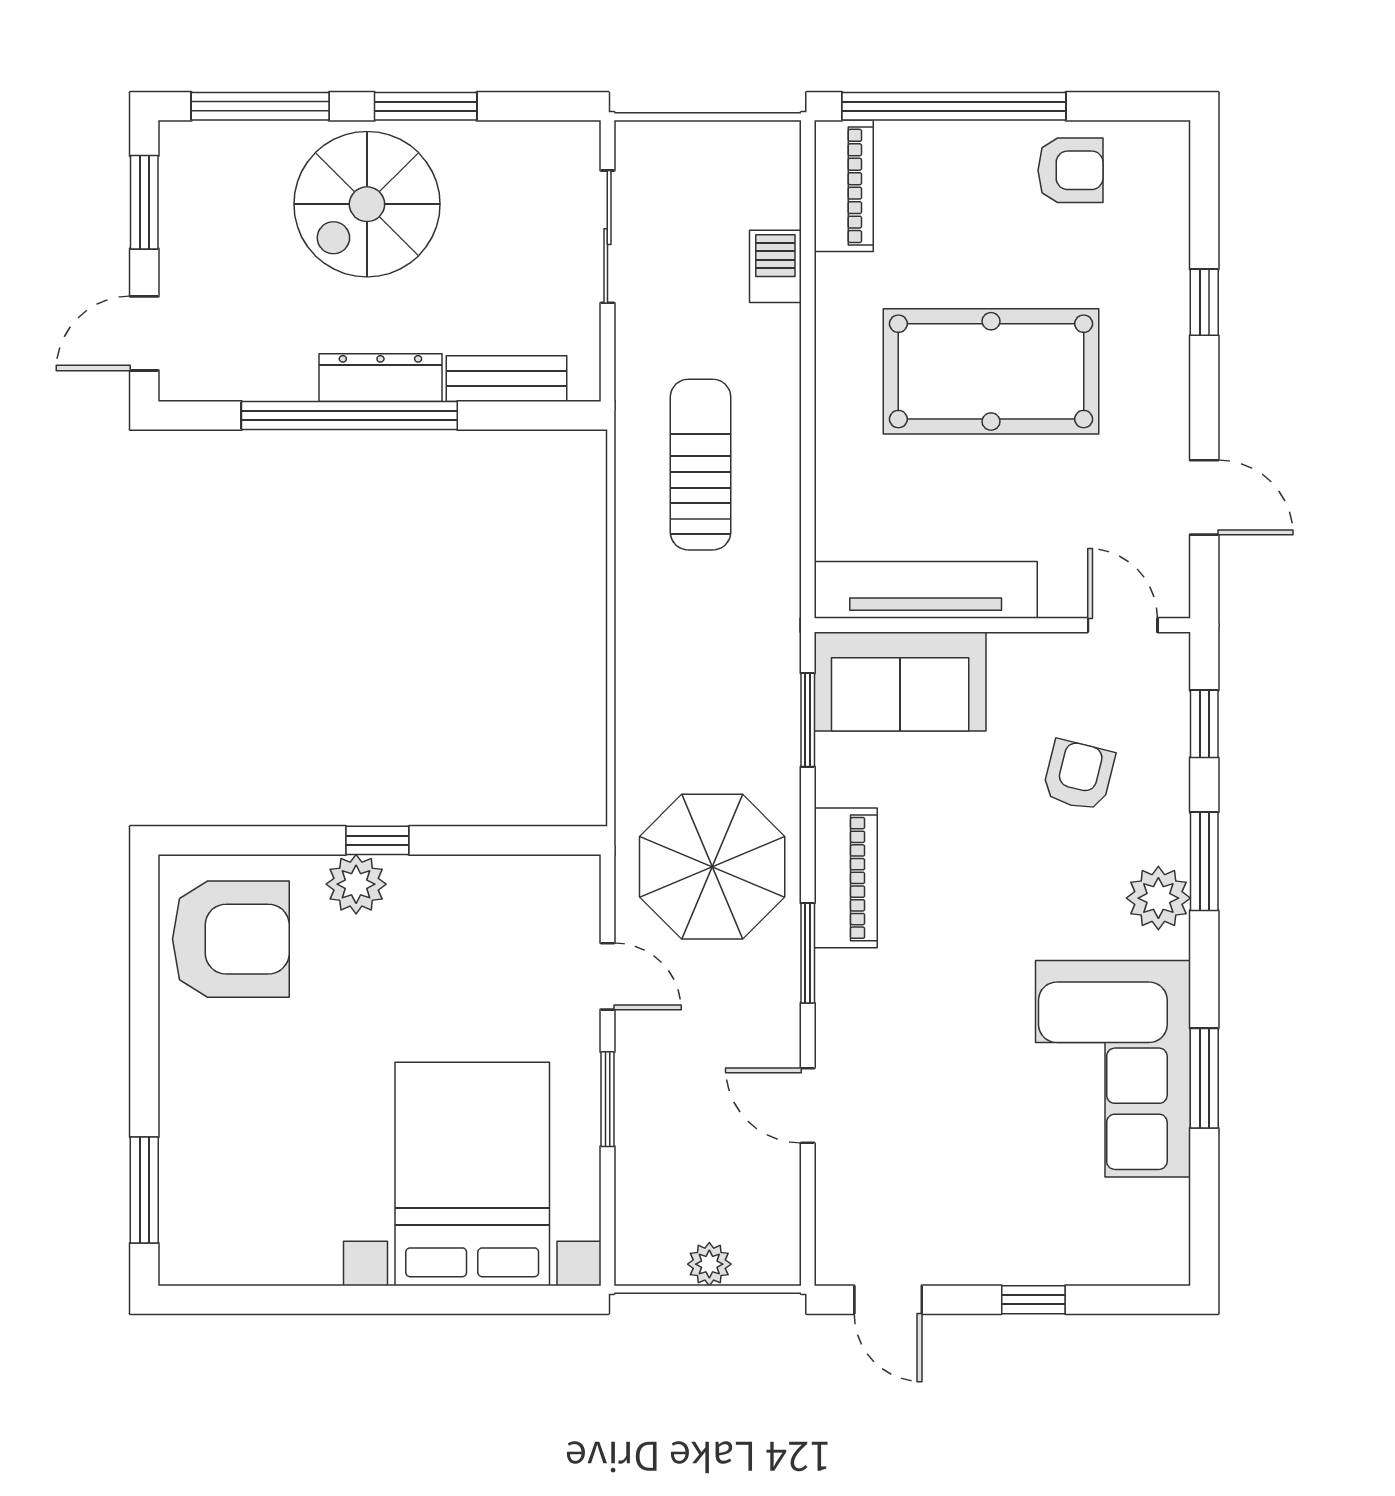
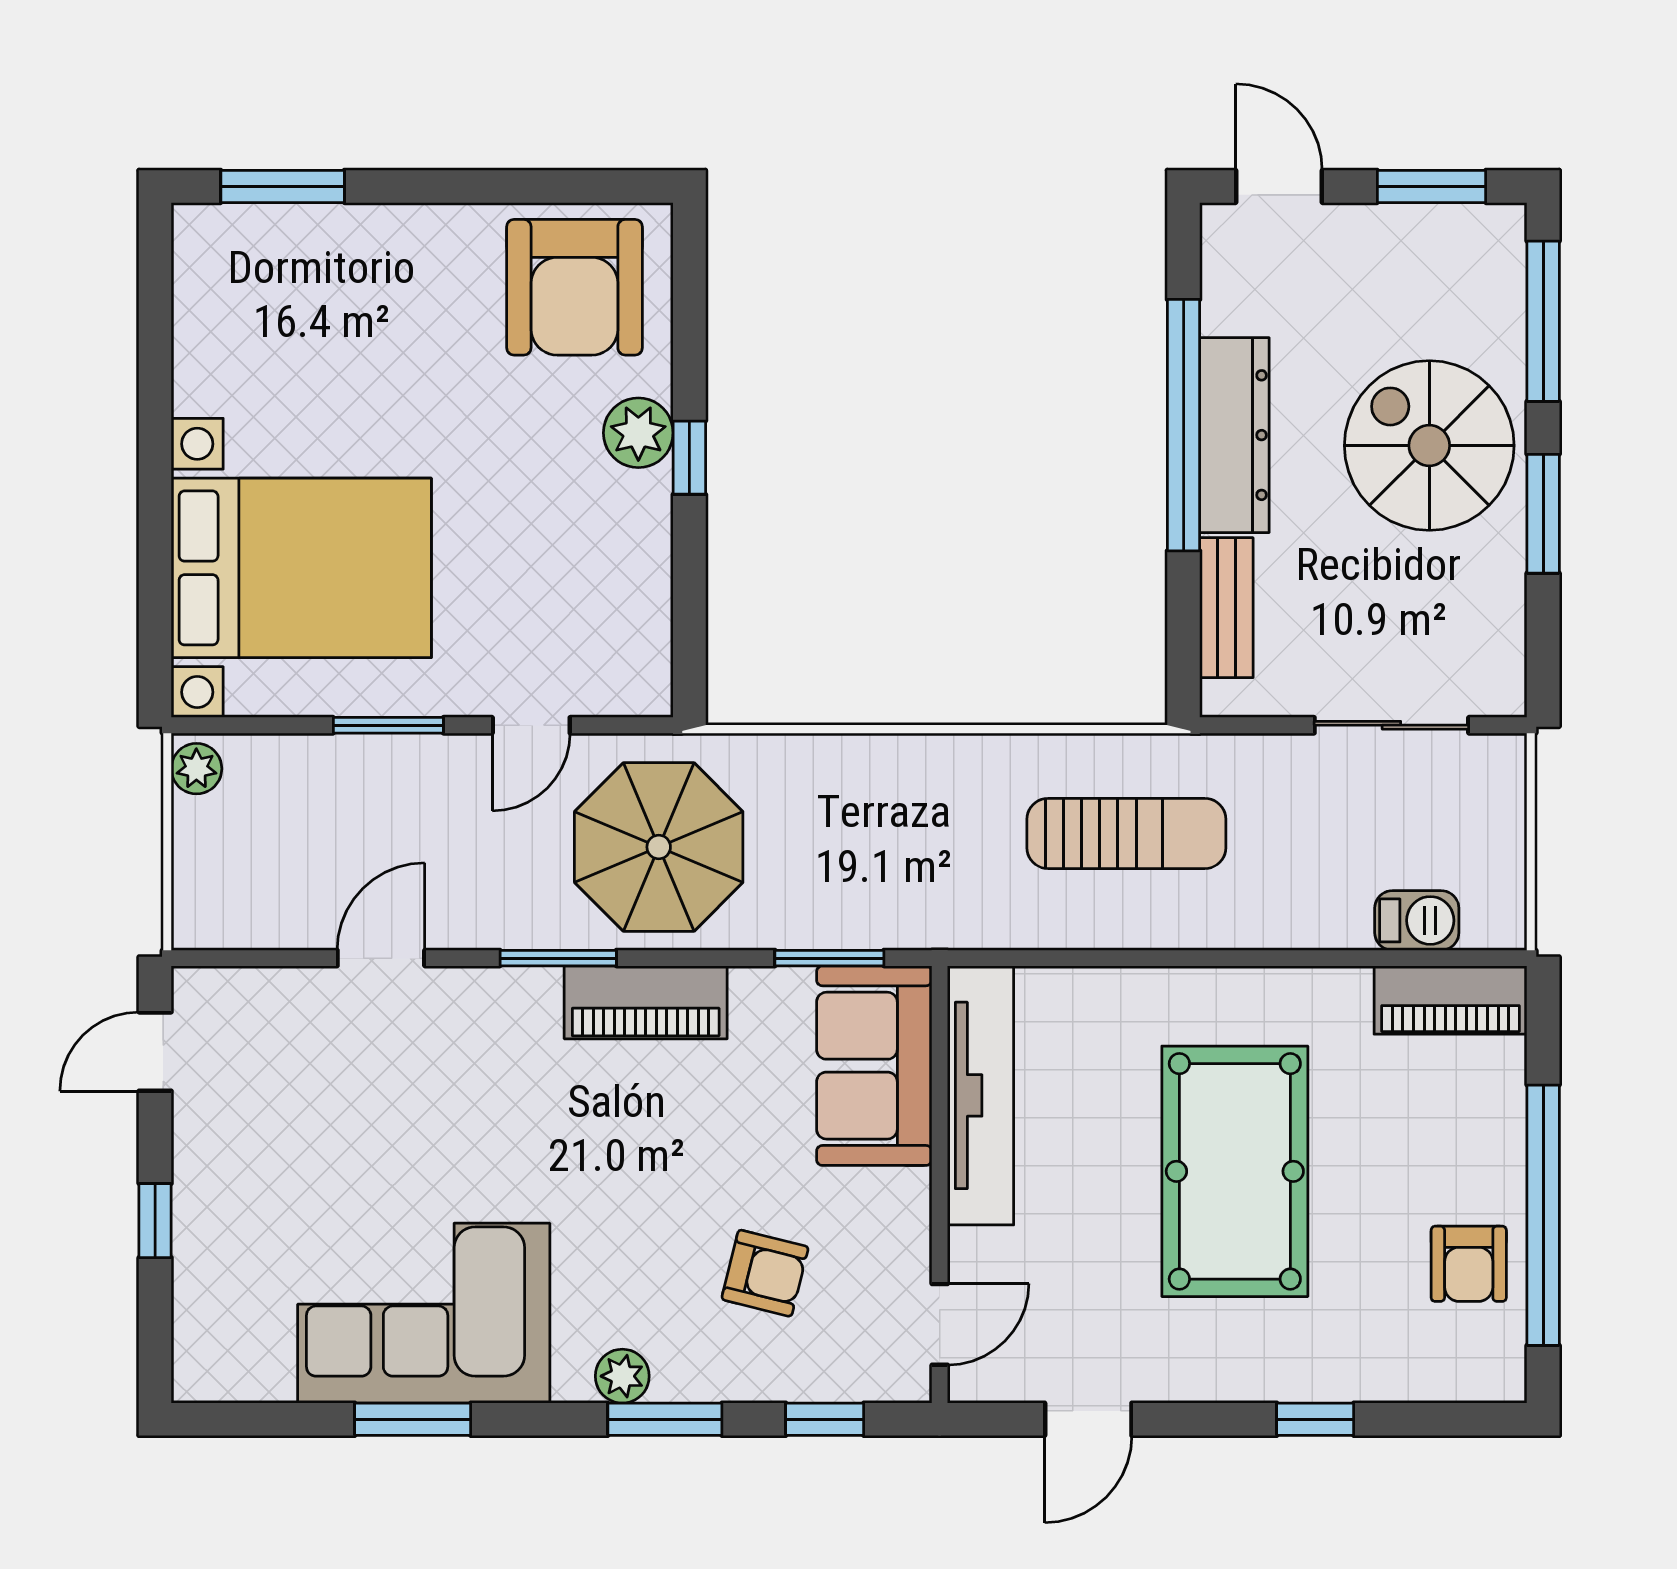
window: (954, 106) -> (1543, 1215), moved
barbecue: (775, 266) -> (1417, 920), moved
dresser: (380, 378) -> (1234, 435), width x1.37, depth x1.24
plant: (1158, 898) -> (622, 1376), width x0.73, depth x0.73
plant: (709, 1264) -> (196, 769), moved

